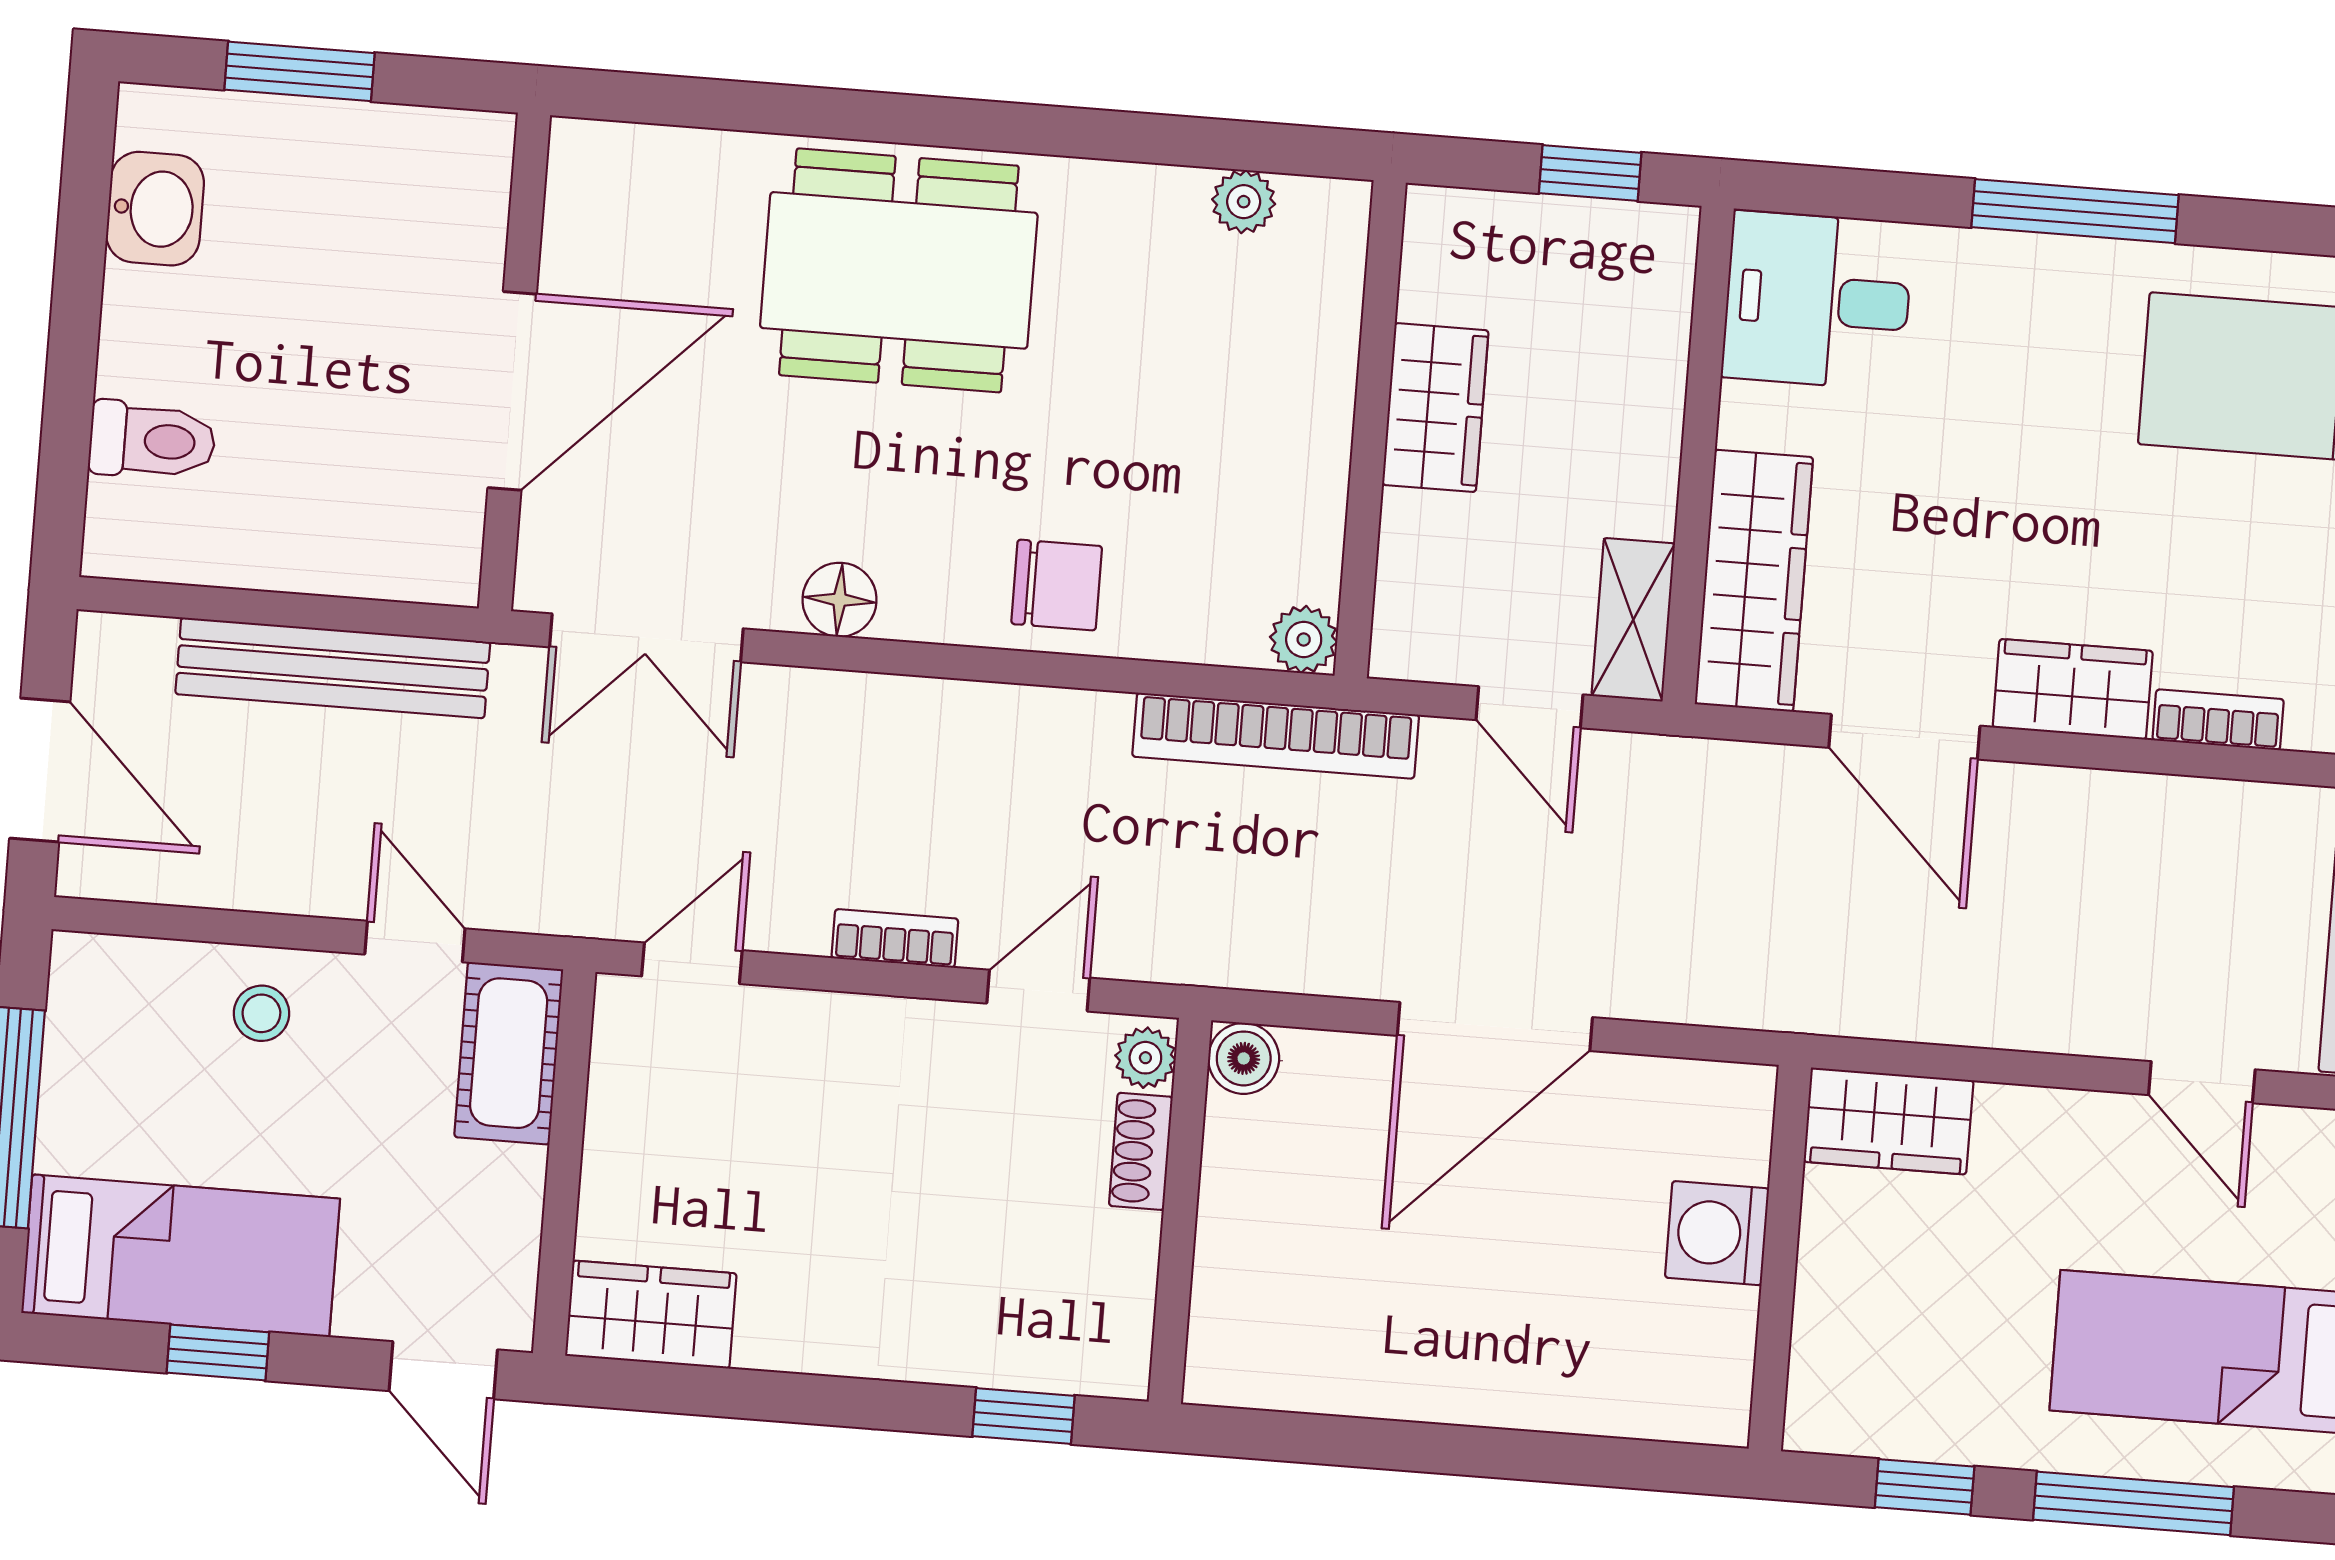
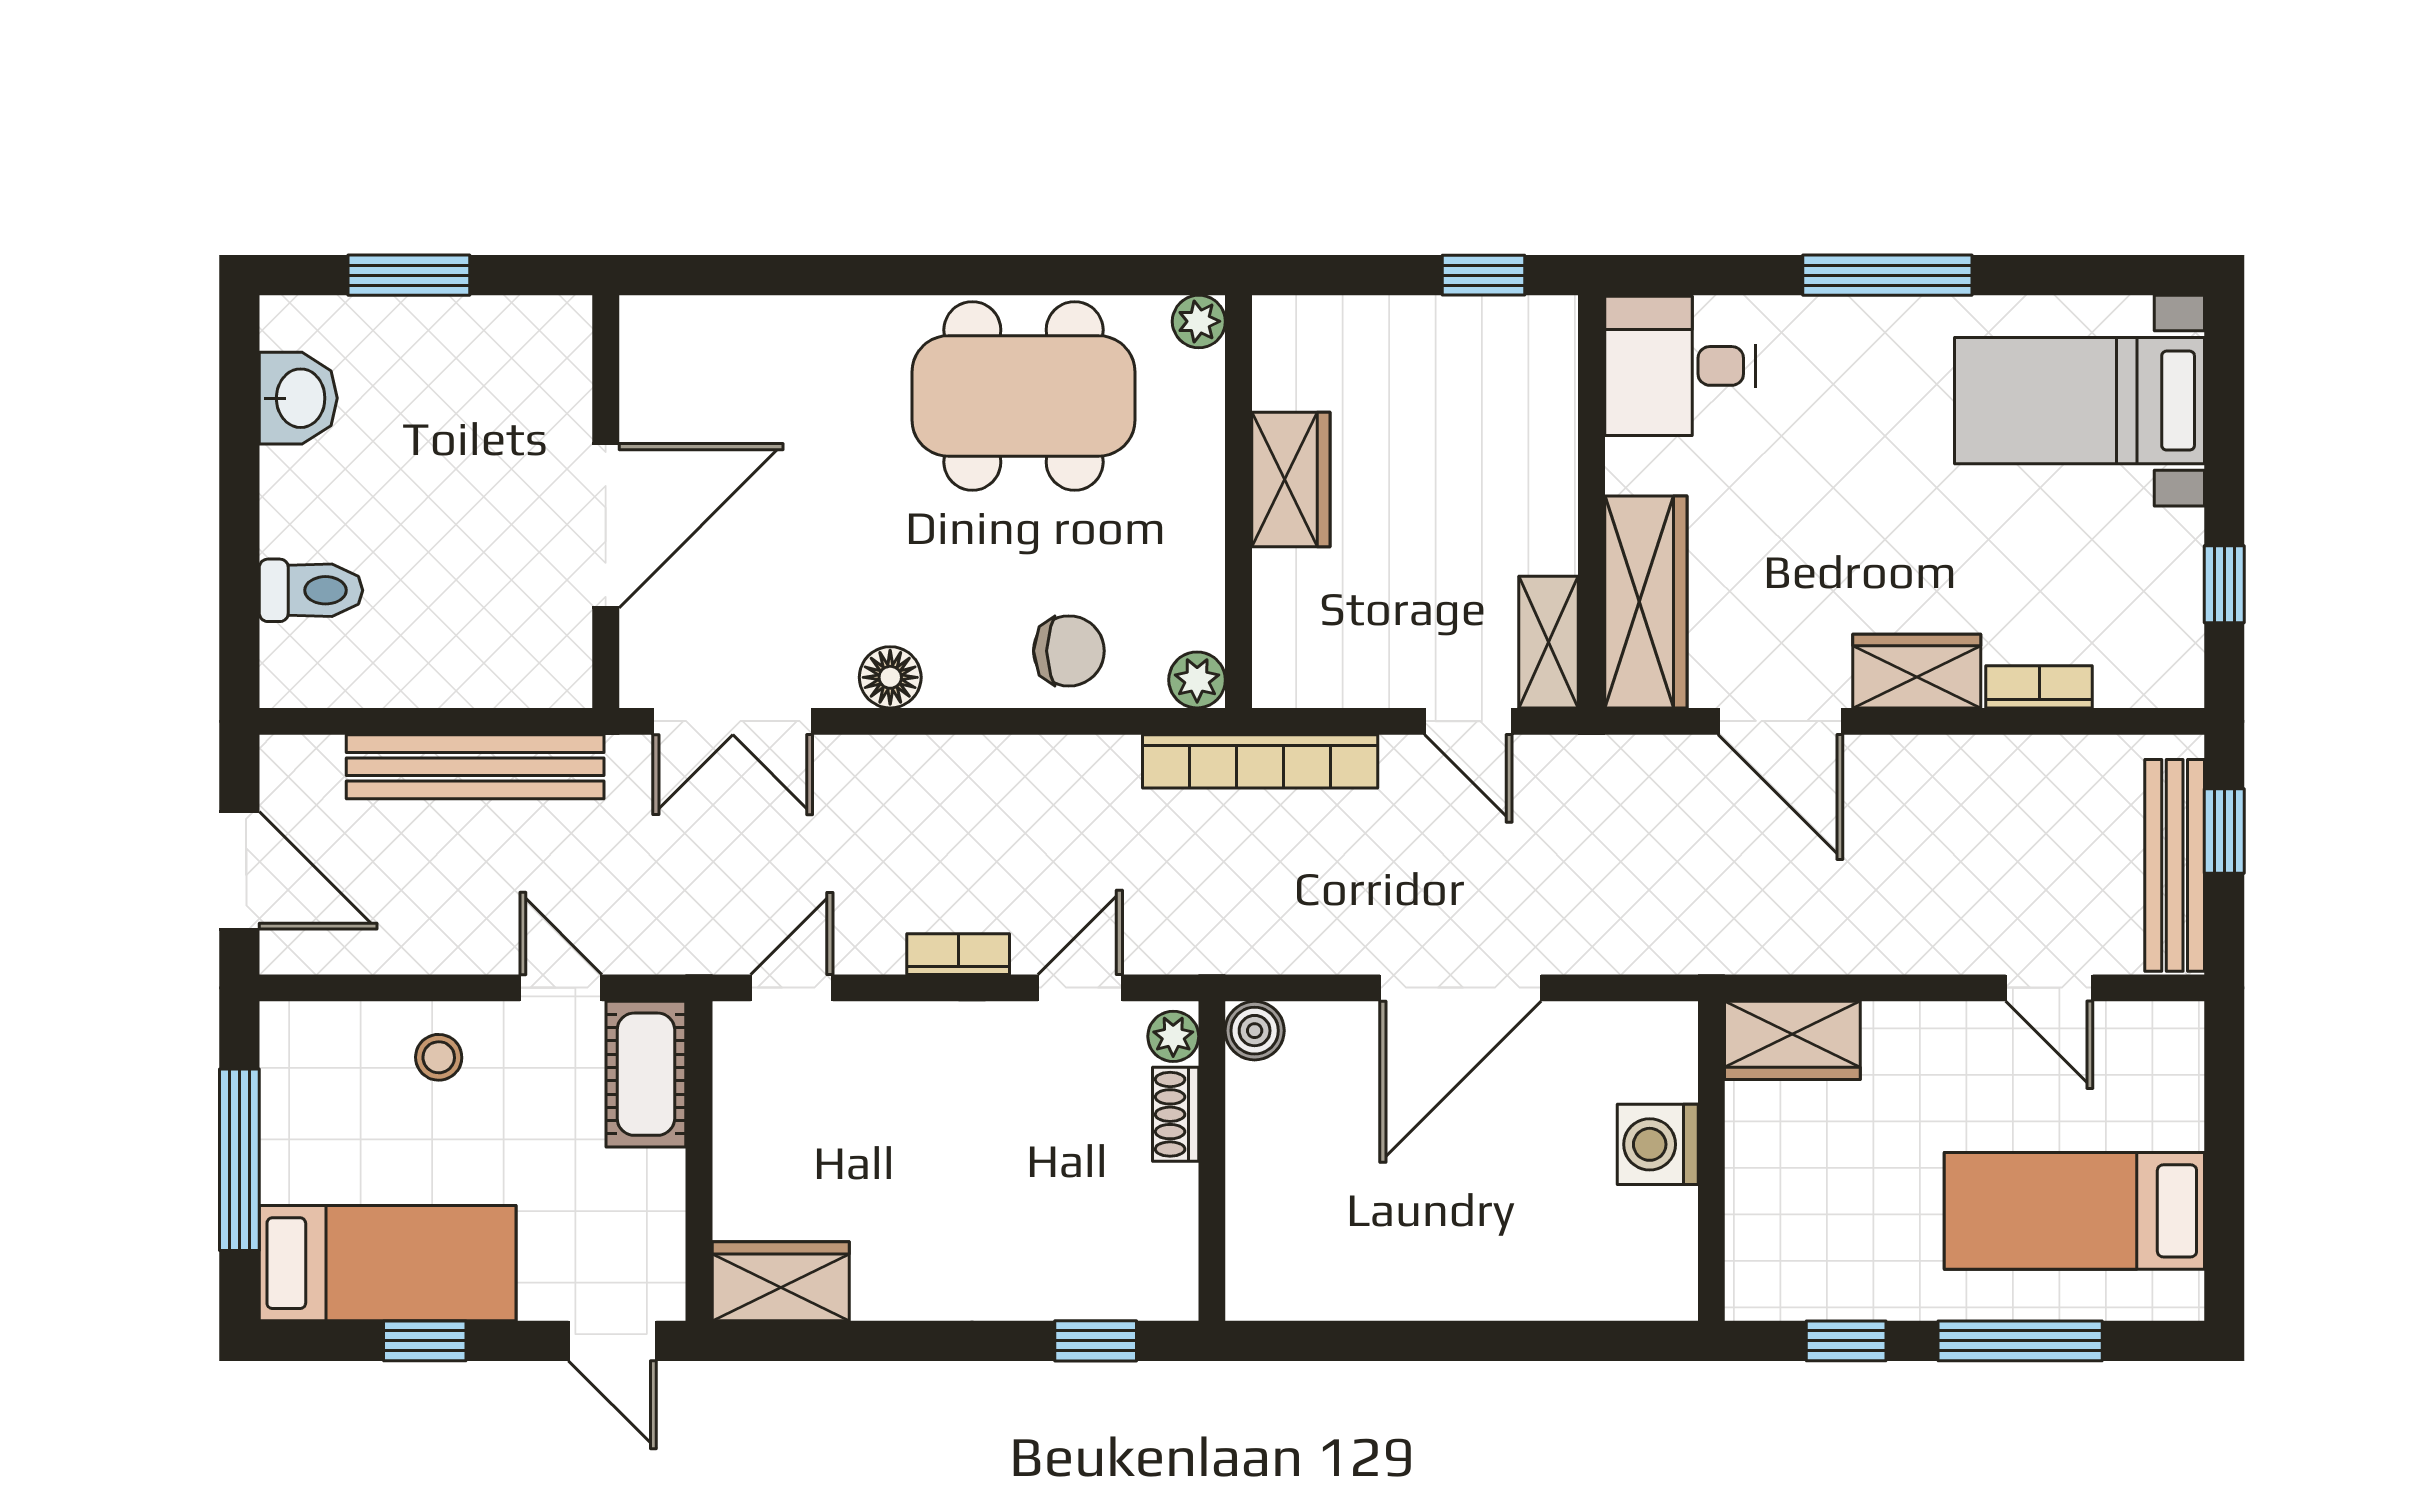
dining table: (899, 270) -> (1023, 396), moved
wardrobe: (1435, 408) -> (1291, 479), moved
wall: (1370, 429) -> (1238, 502), moved
plant: (1304, 639) -> (1197, 680), moved

